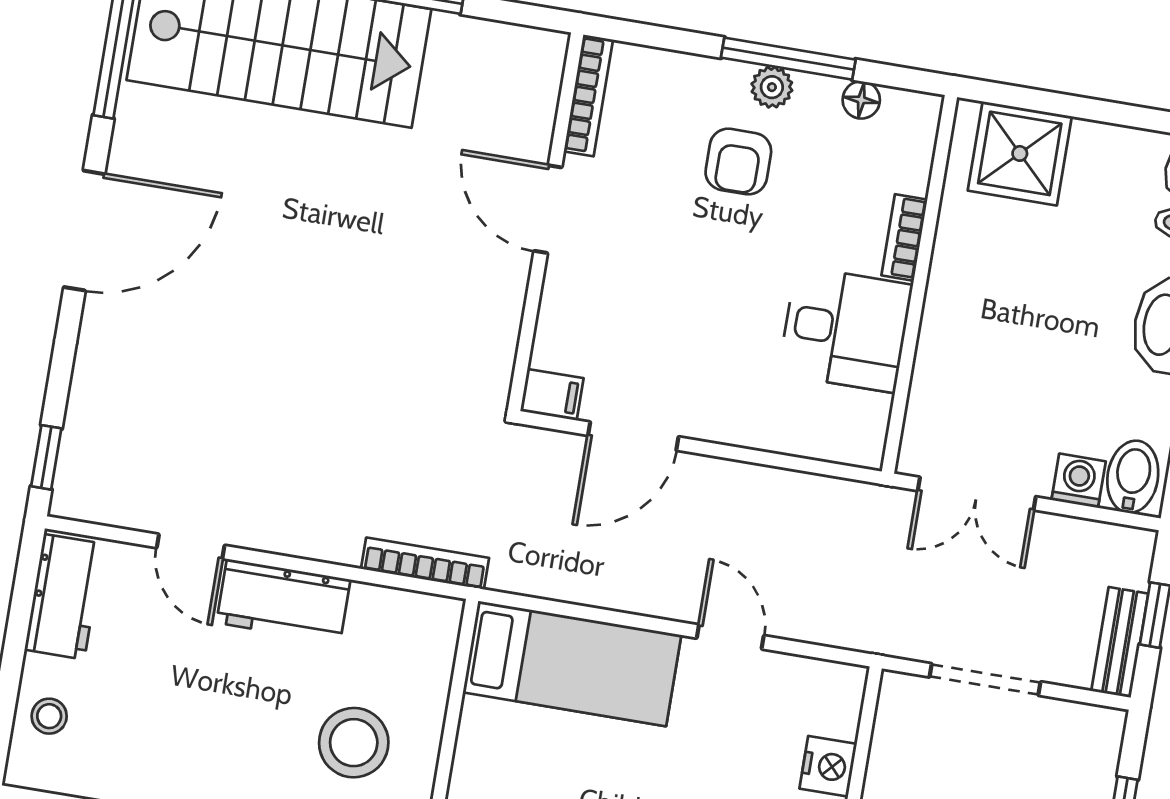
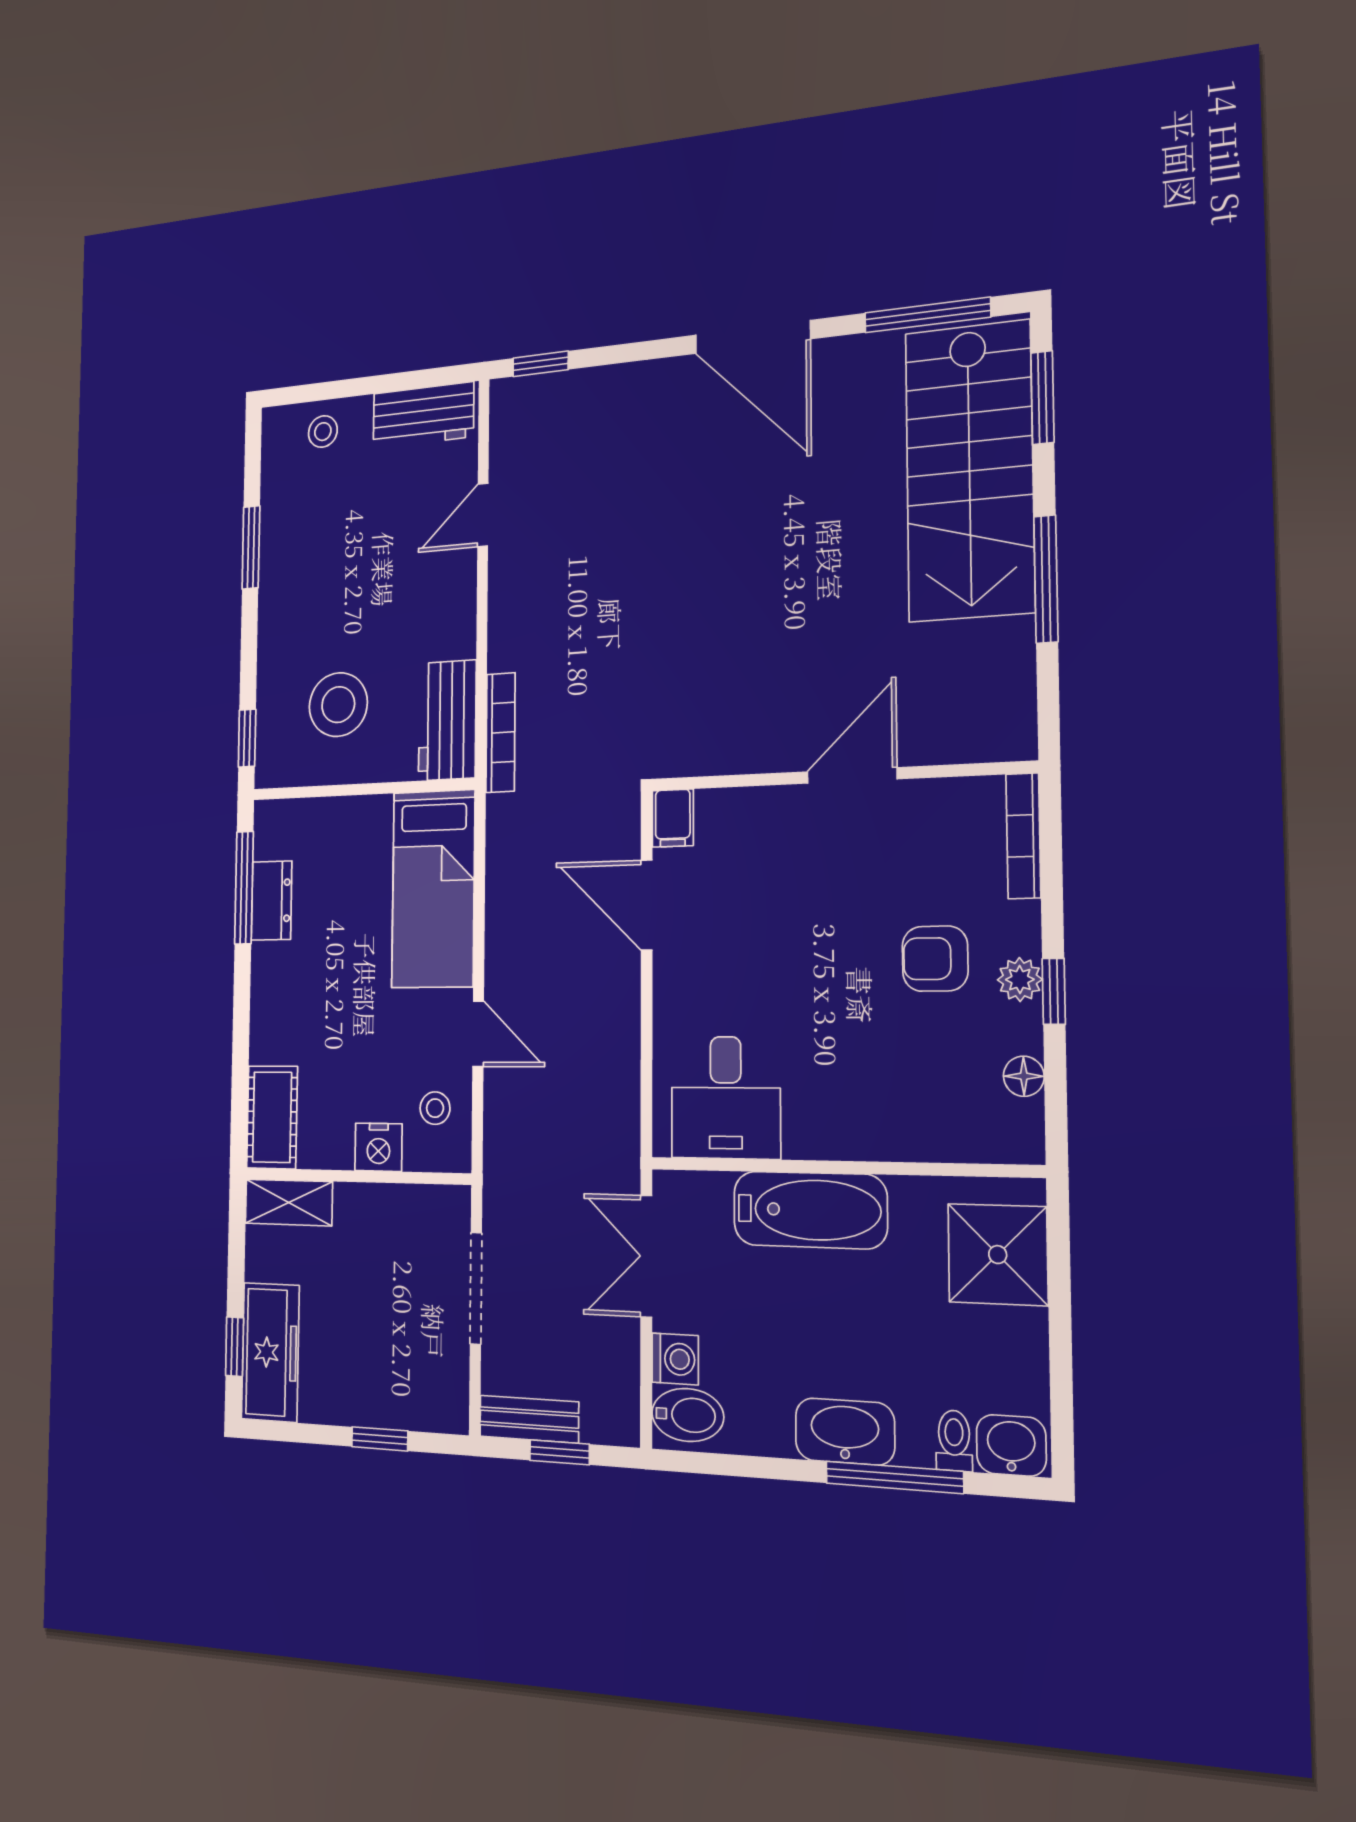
window: (788, 59) -> (1054, 991), width x0.46
bookcase: (588, 95) -> (1023, 836), moved, turned 90
bookcase: (904, 237) -> (887, 1144), removed
bathtub: (955, 323) -> (810, 1210), added
desk: (845, 329) -> (726, 1097), moved
workbench: (283, 601) -> (447, 720), moved
door: (730, 637) -> (478, 1034), hinge flipped
stool: (798, 696) -> (435, 1108), added

